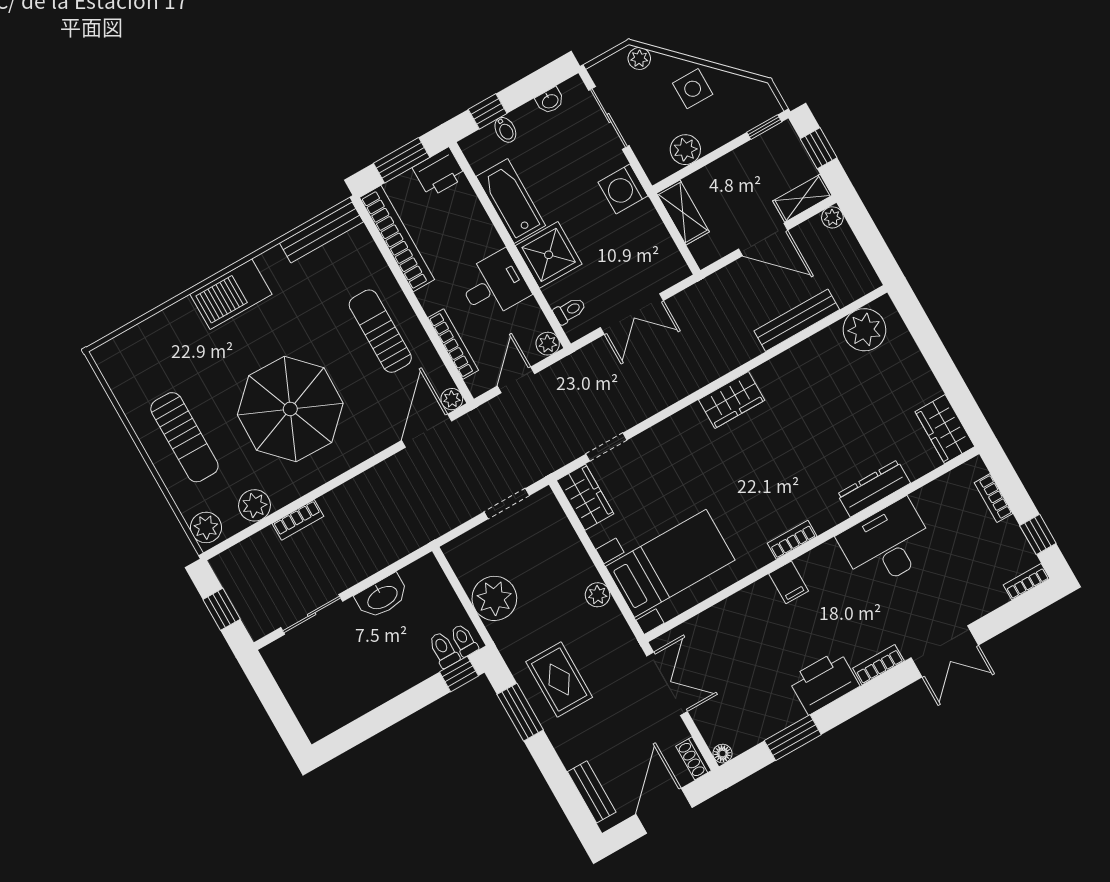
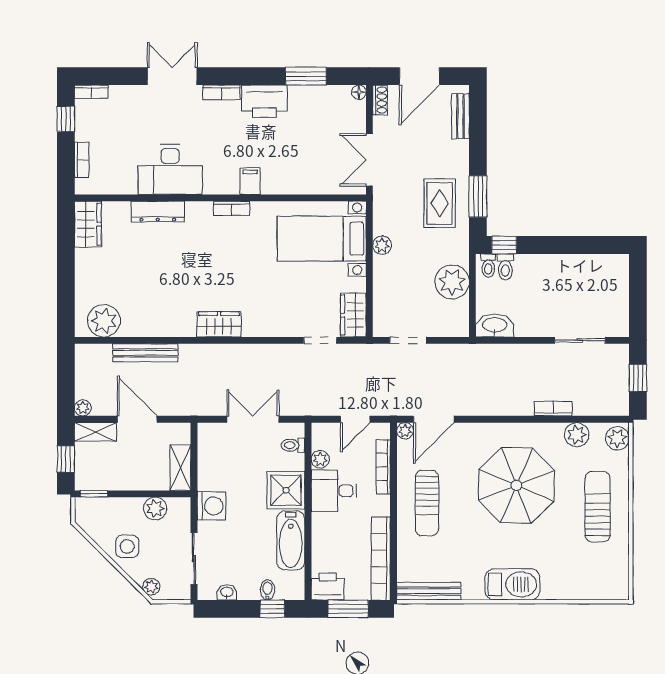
plant: (548, 344) -> (320, 459), moved
washbasin: (382, 597) -> (495, 326), moved

